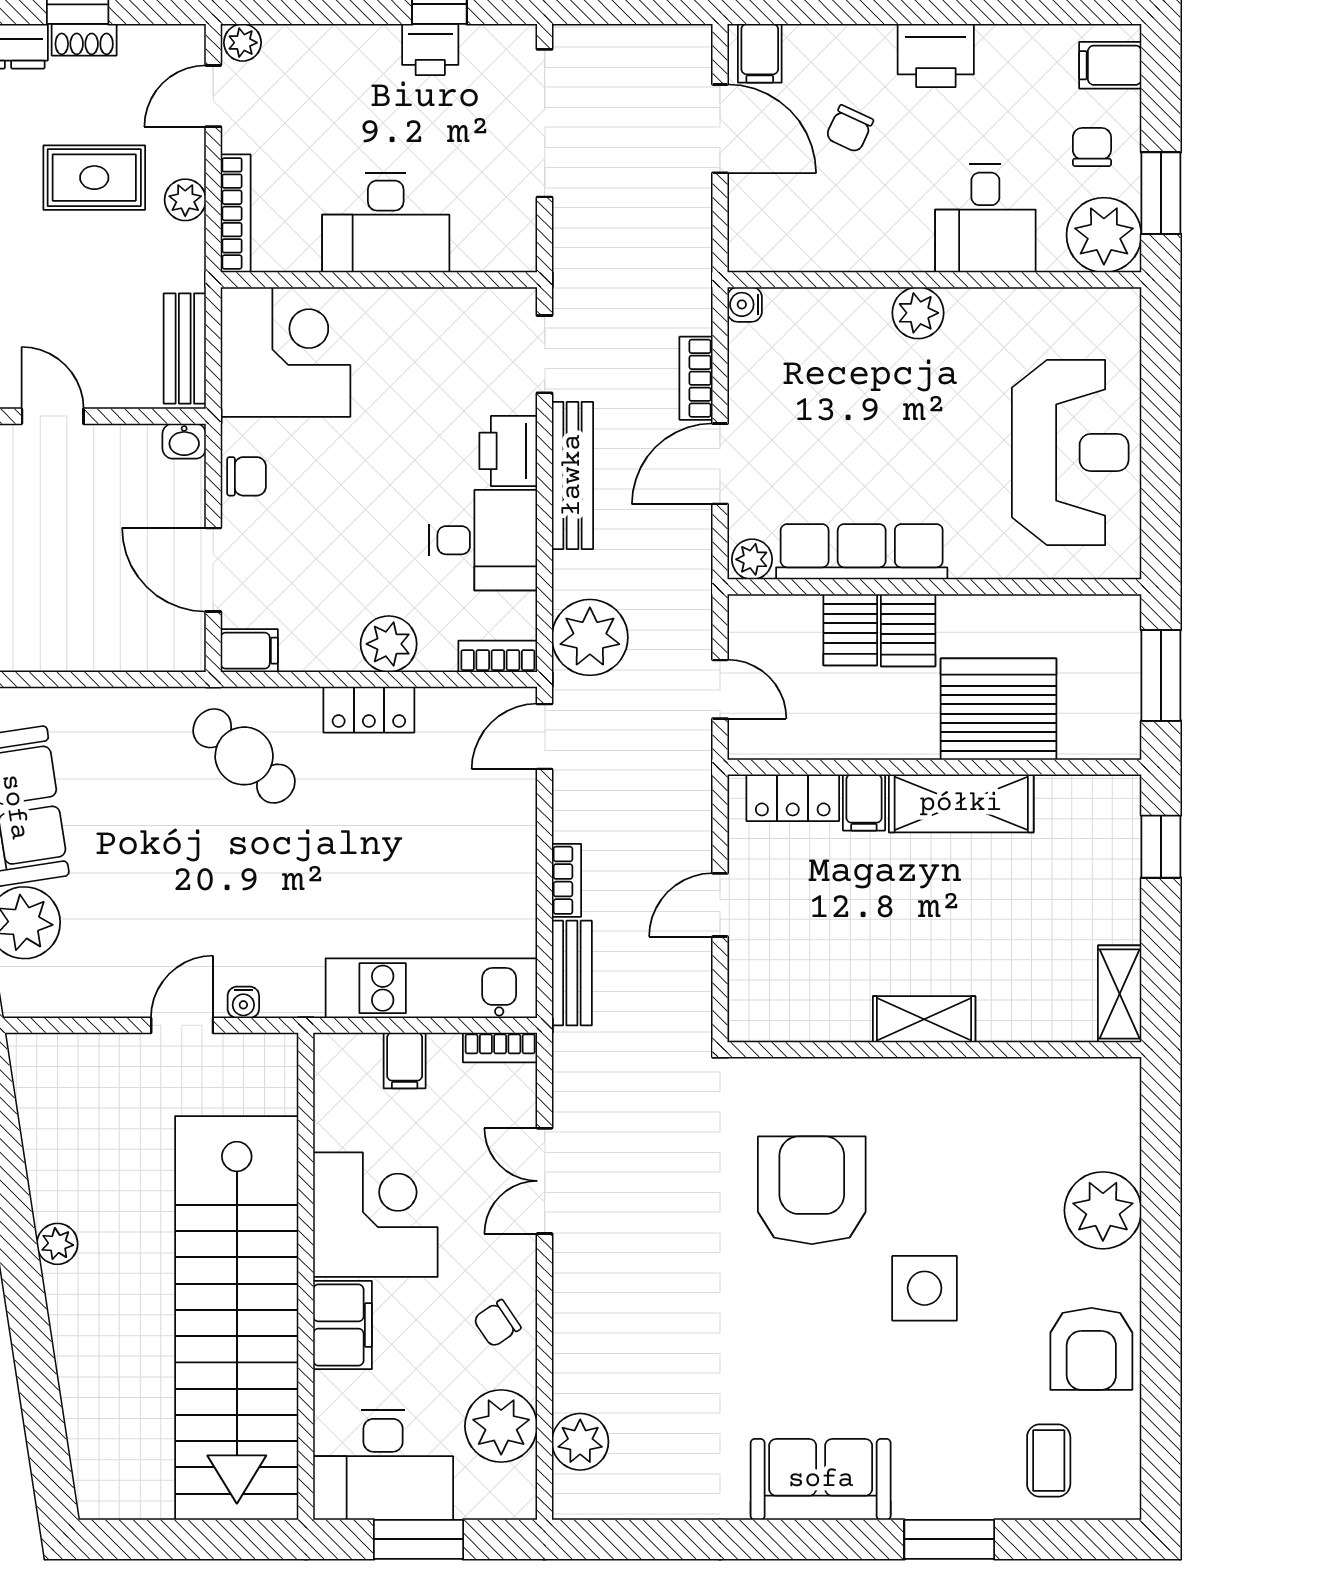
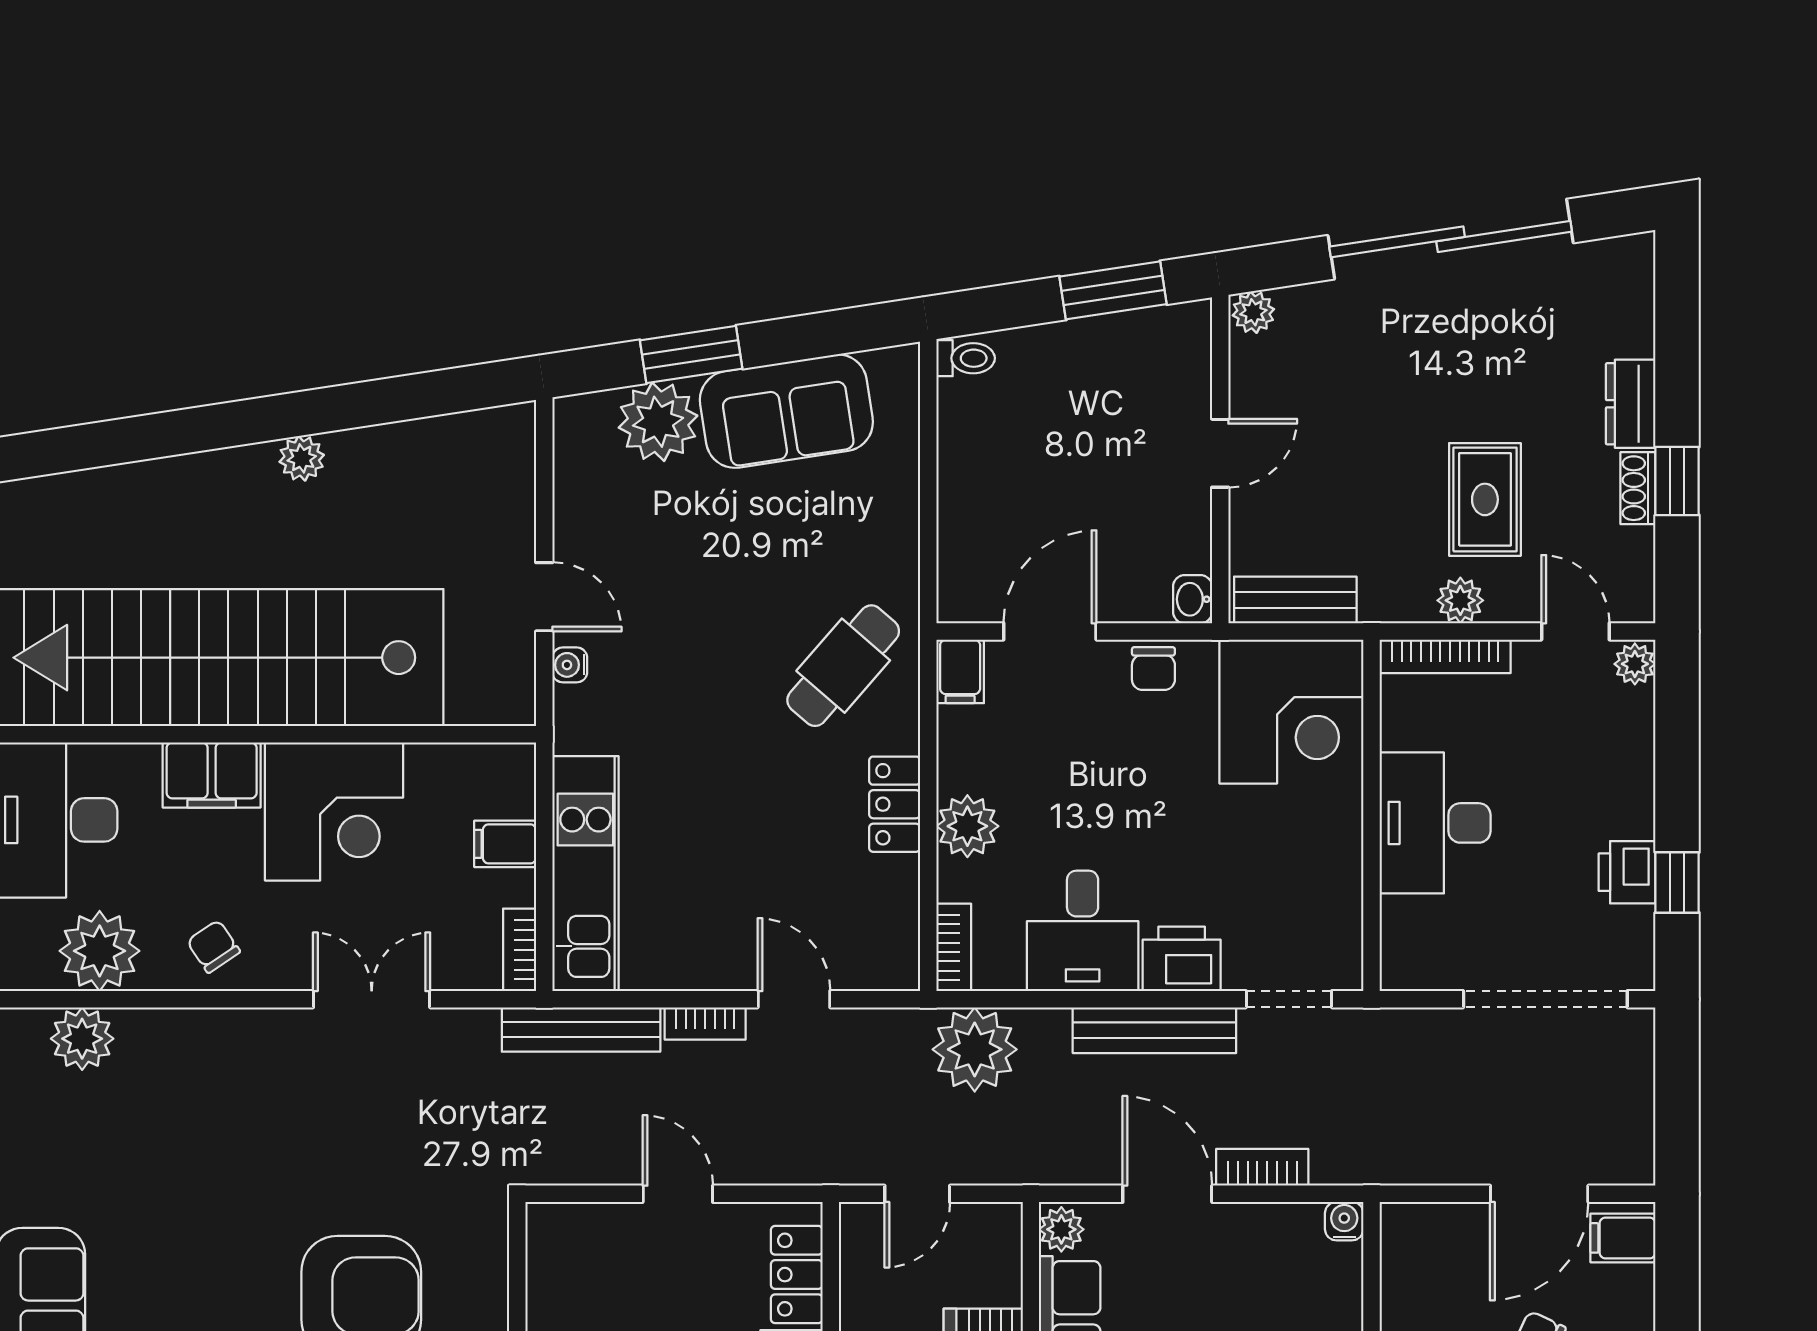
door: (545, 736) -> (794, 999), moved
bench: (572, 973) -> (581, 1029), width x1.36

